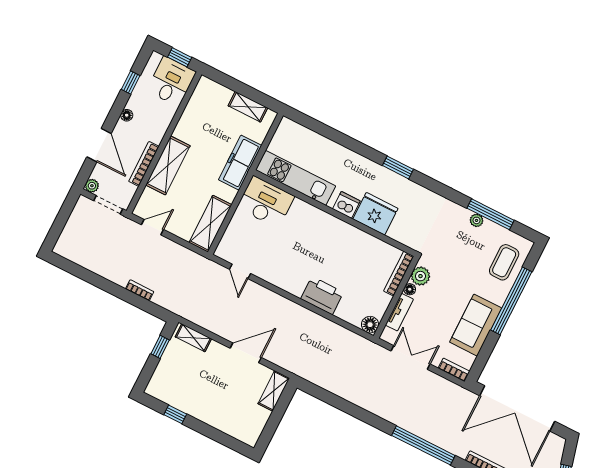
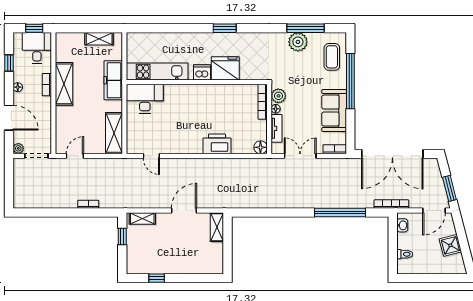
bookcase: (144, 164) -> (47, 85), moved, width x0.64
shelving: (168, 165) -> (64, 84), moved
plant: (477, 220) -> (298, 42), width x1.88, depth x1.88

